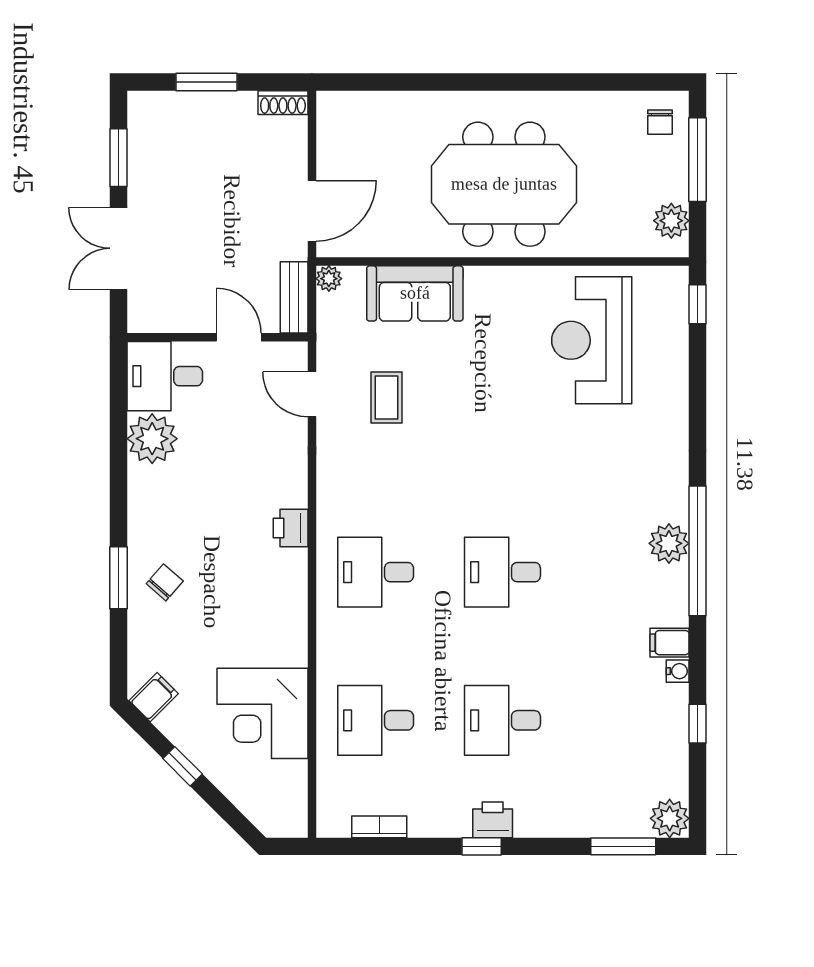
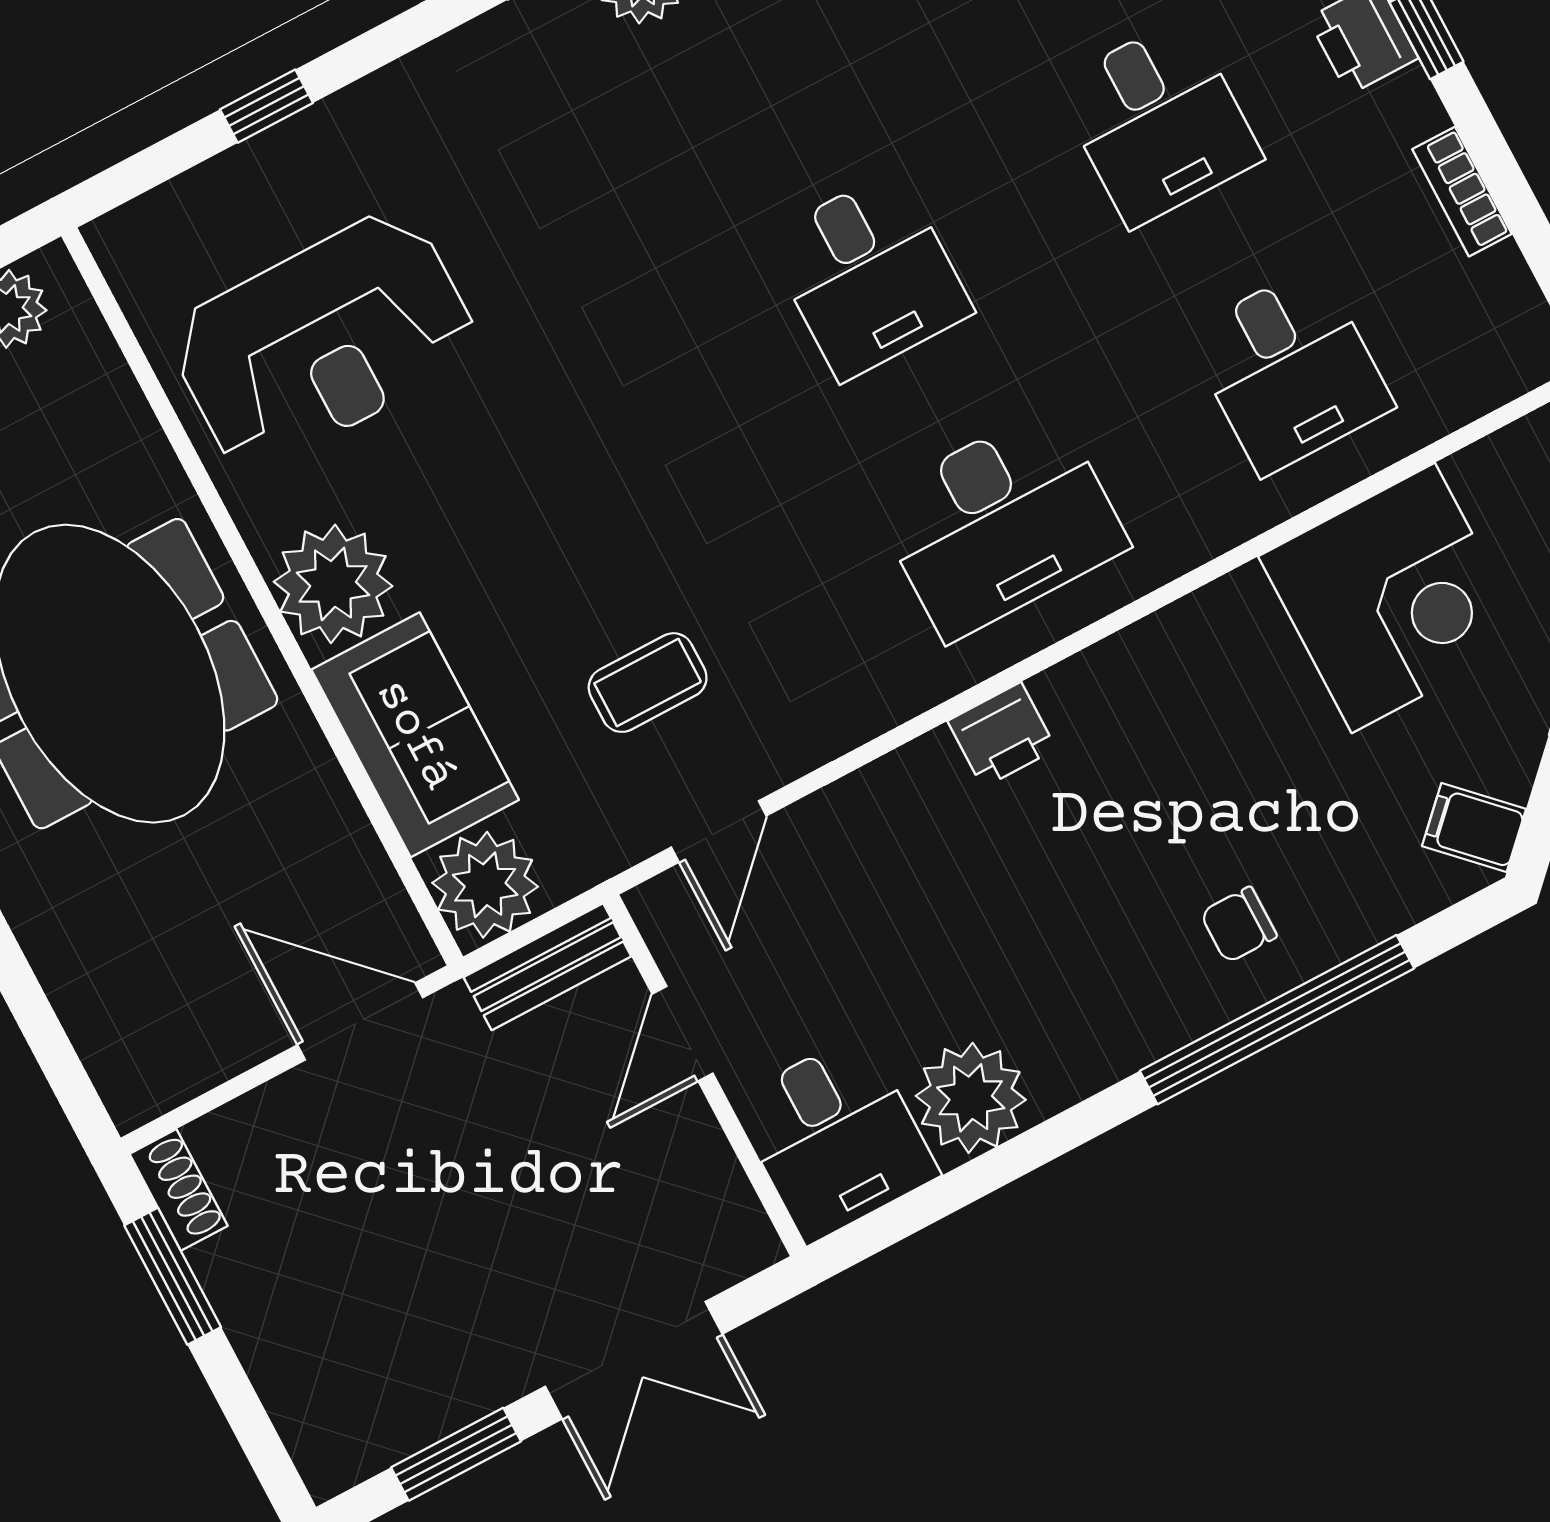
window: (206, 82) -> (173, 1276), moved
plant: (329, 279) -> (485, 885), width x1.88, depth x1.88
plant: (492, 293) -> (333, 584), added
window: (698, 304) -> (266, 106), moved
desk: (376, 572) -> (1000, 523), width x1.37
window: (119, 578) -> (1277, 1020), width x2.11
chair: (165, 582) -> (1239, 925), turned -41
bookcase: (379, 827) -> (1462, 192), moved

